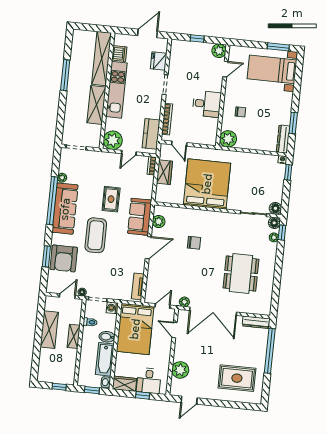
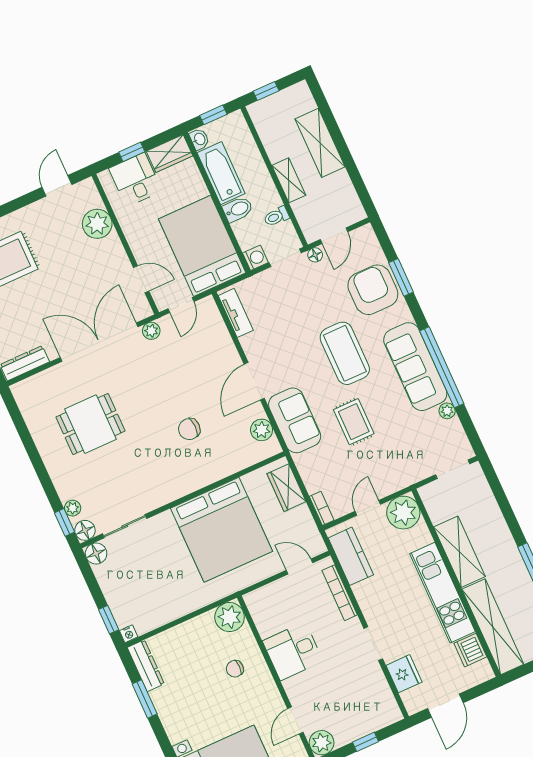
wardrobe: (164, 172) -> (286, 488), moved
dining table: (241, 274) -> (90, 424), width x0.73
shelving: (49, 330) -> (320, 143), moved

